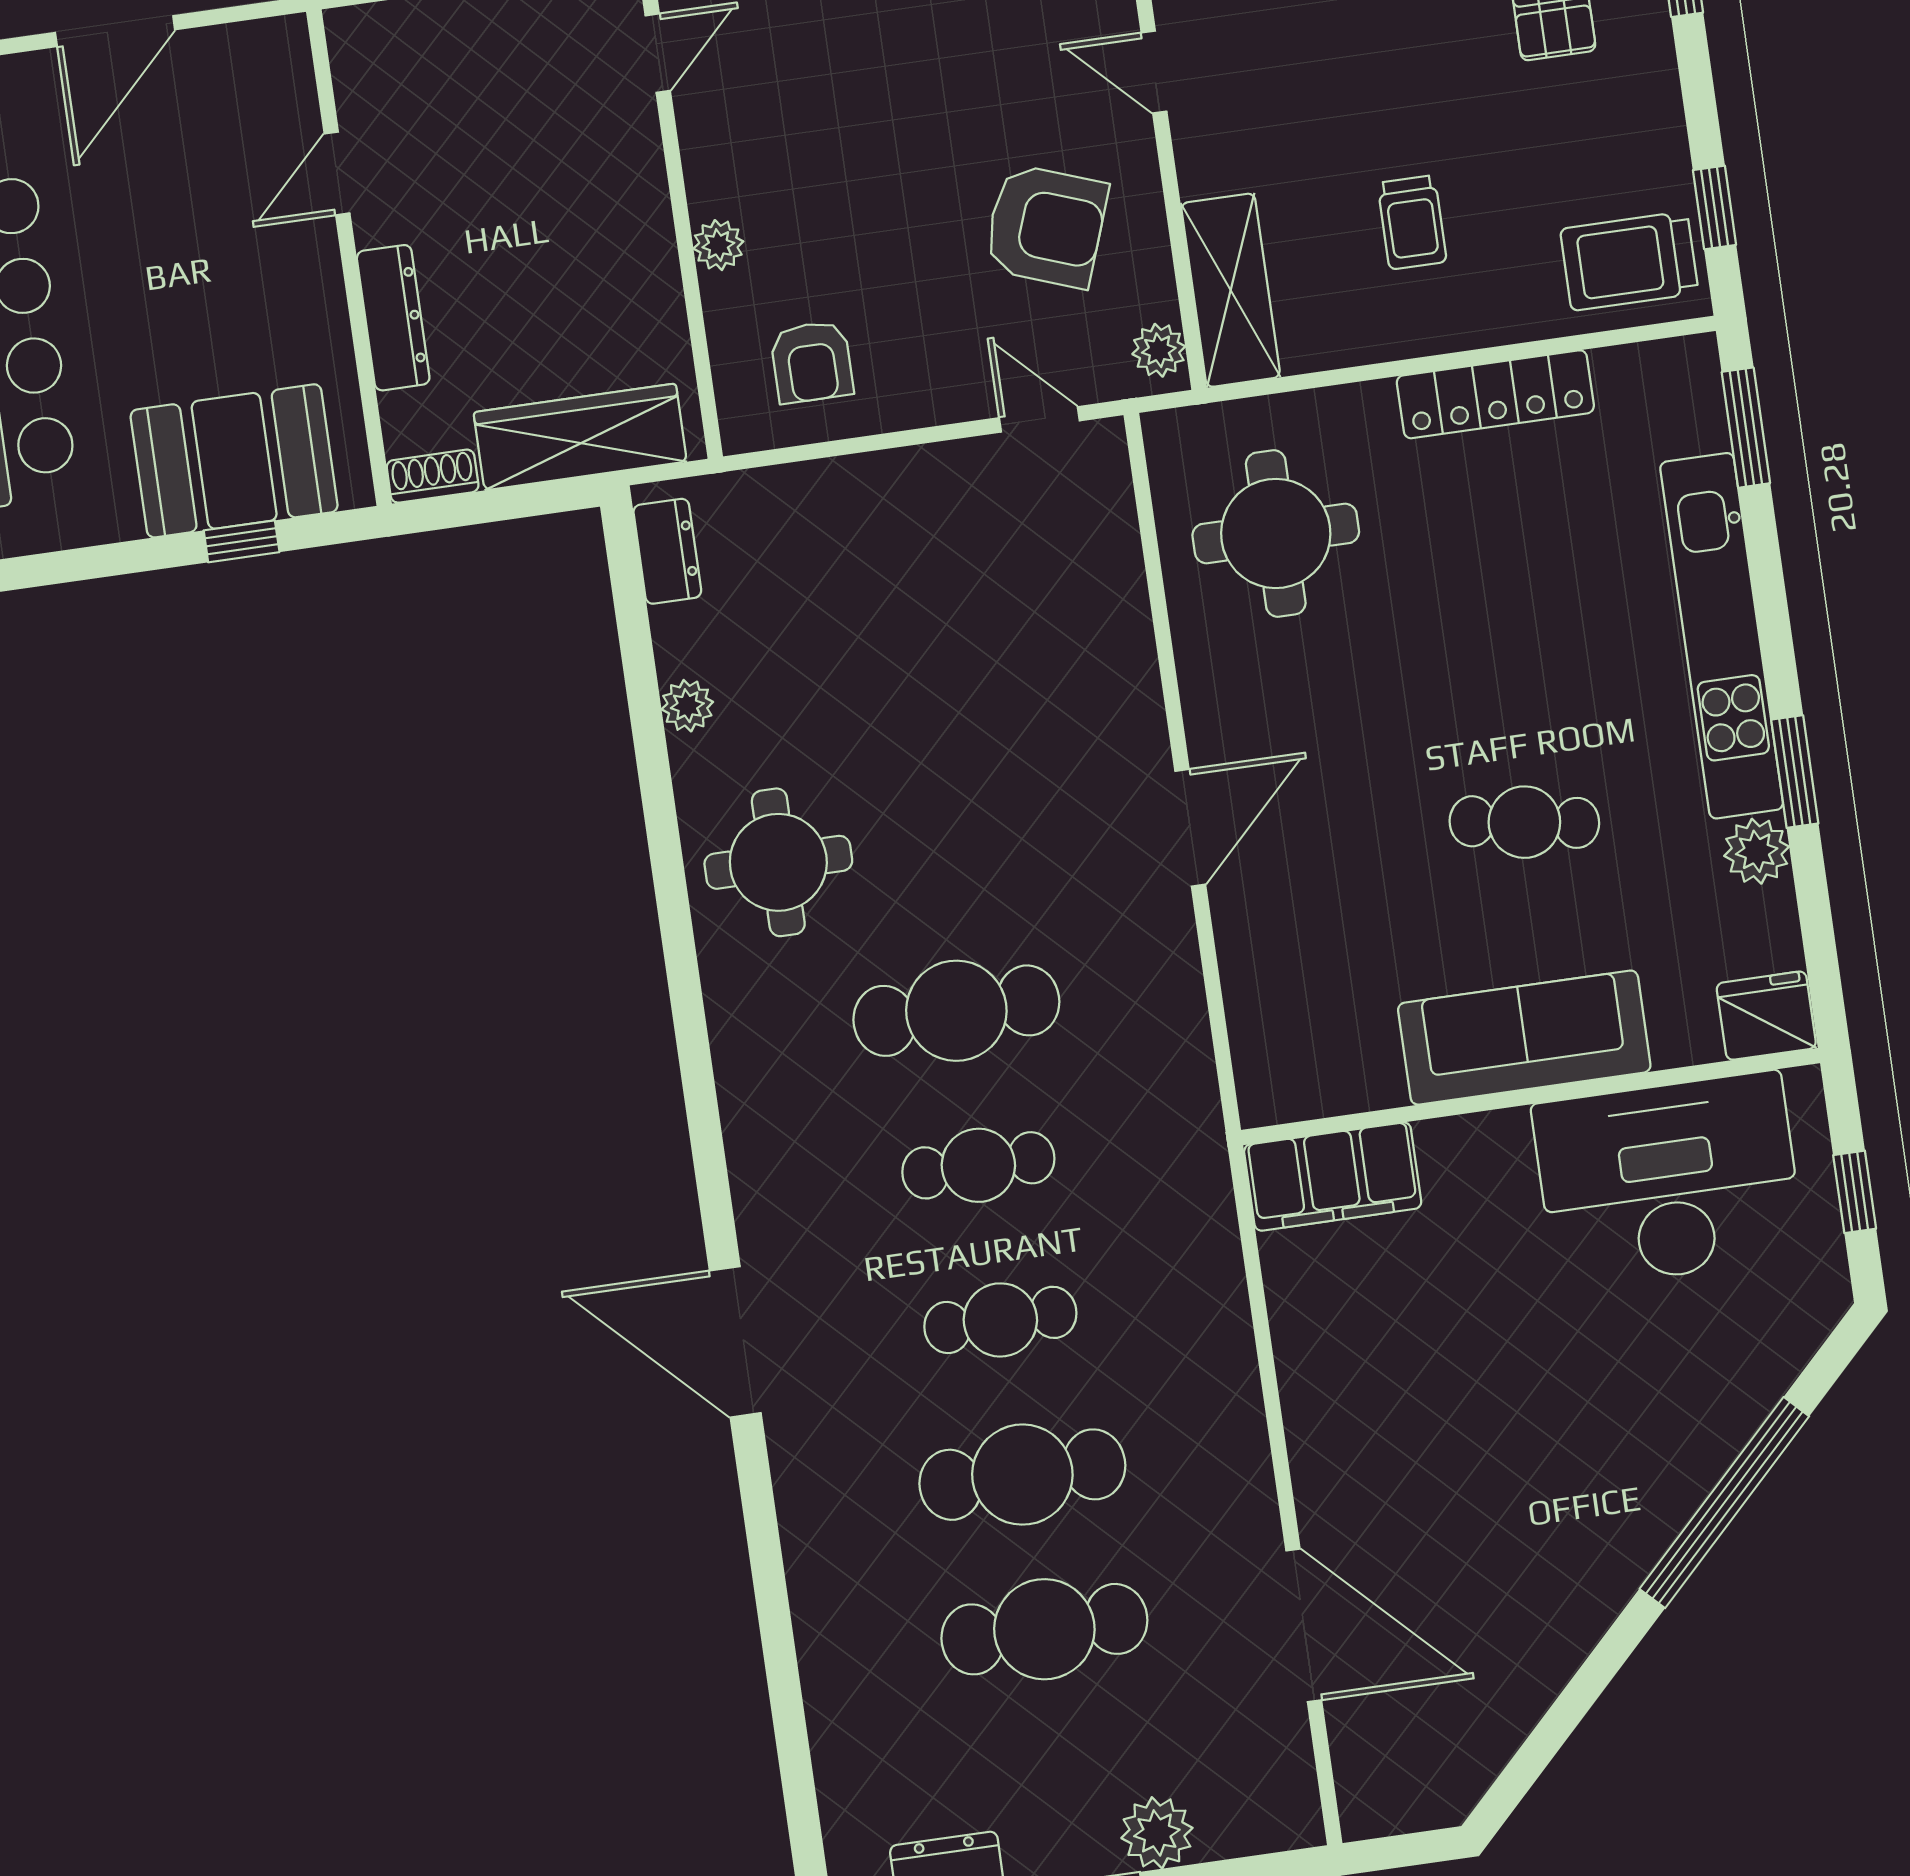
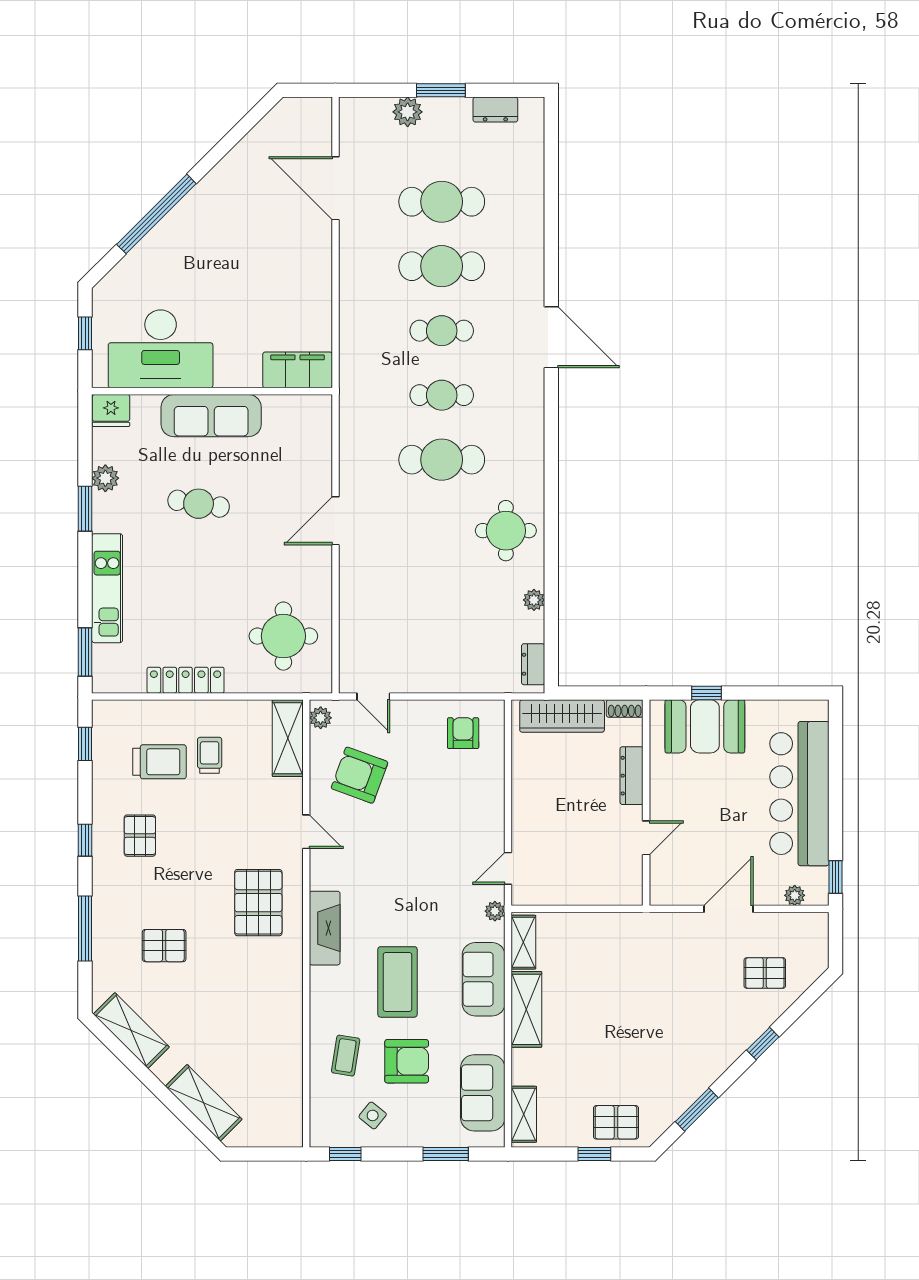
plant: (718, 245) -> (494, 786), removed
trolley: (1629, 261) -> (160, 762), moved
kitchen unit: (1722, 636) -> (107, 588), width x0.73

